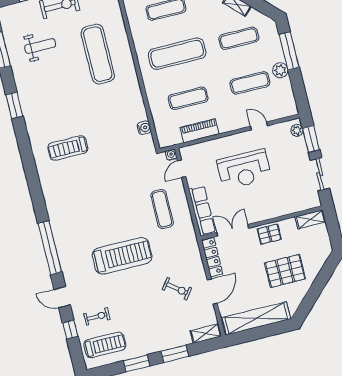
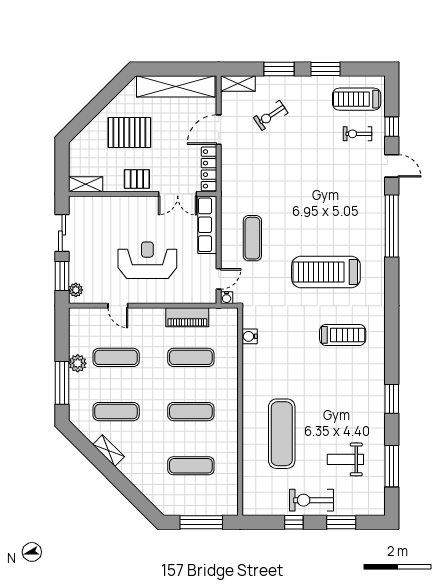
exercise mat: (177, 54) -> (191, 412), width x0.73, depth x0.69
treadmill: (122, 256) -> (326, 272), moved
exercise bike: (177, 289) -> (271, 115), moved, turned -72

